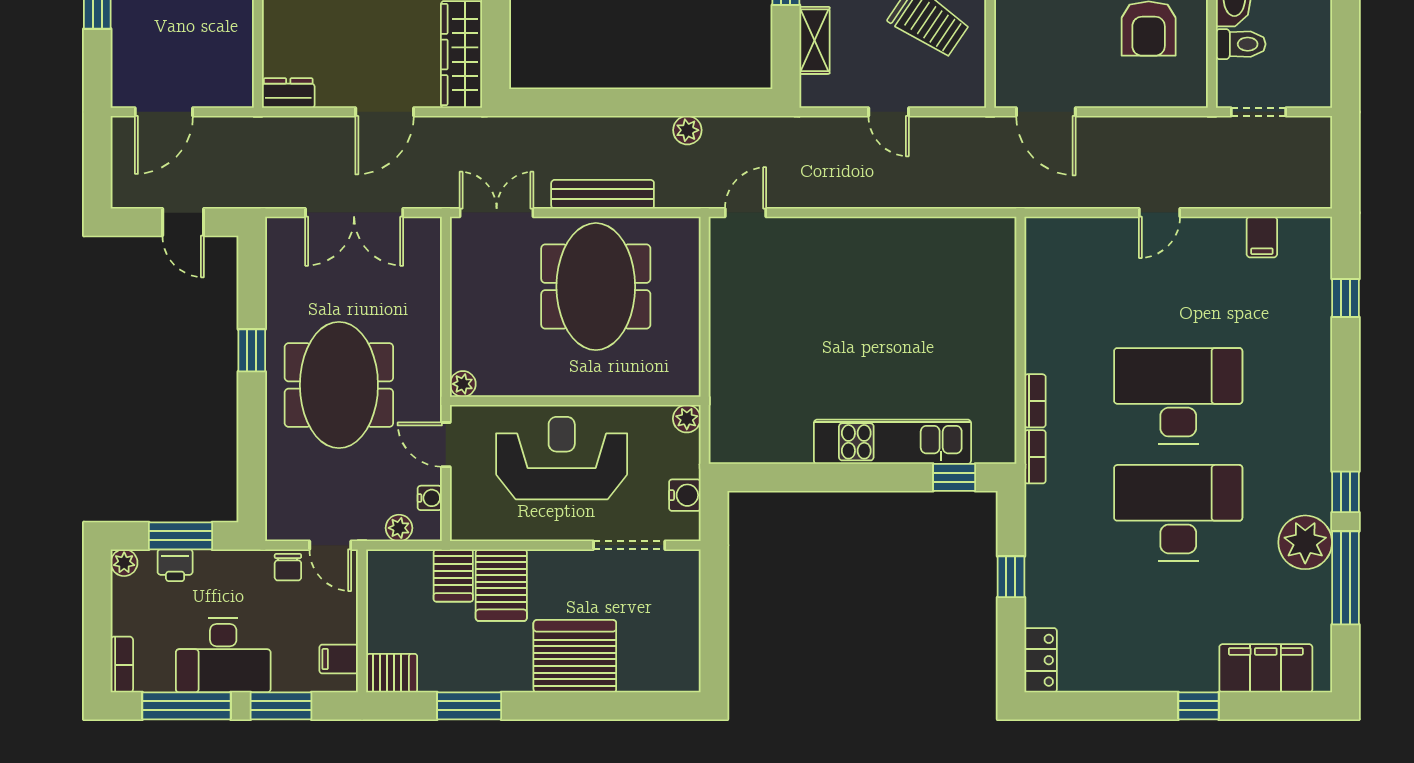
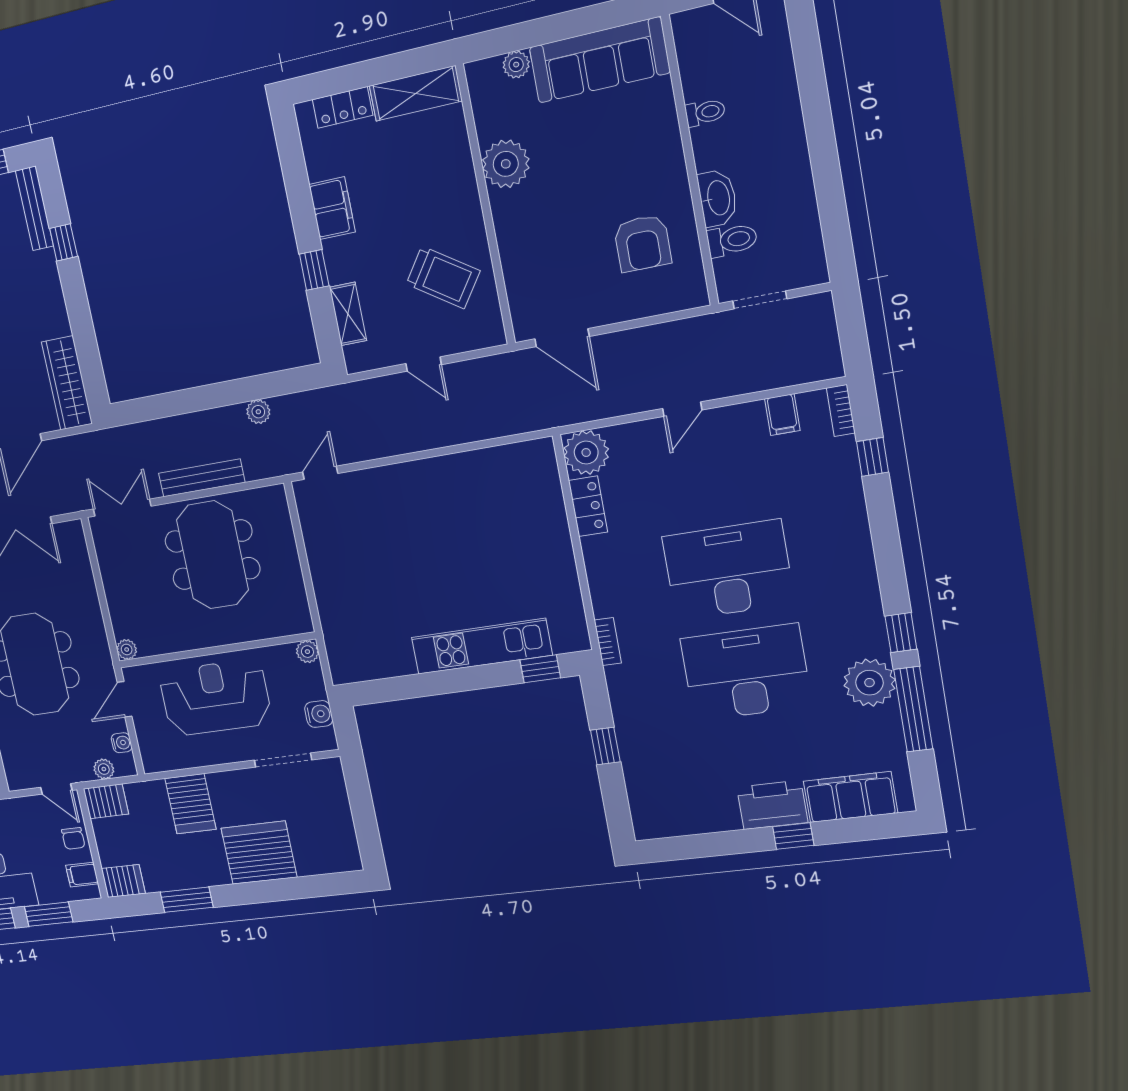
plant: (1049, 242) -> (586, 452), added
bookcase: (1035, 401) -> (841, 410), moved, turned 180
door: (446, 445) -> (124, 699), hinge flipped
chair: (288, 567) -> (73, 838), moved
server rack: (453, 575) -> (106, 801), moved, turned -90
locker: (1041, 660) -> (588, 506), moved
printer: (1182, 667) -> (772, 805), added

